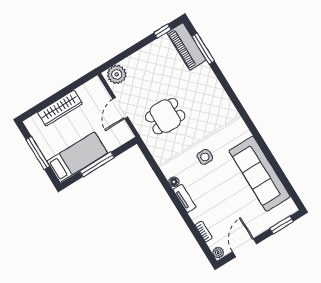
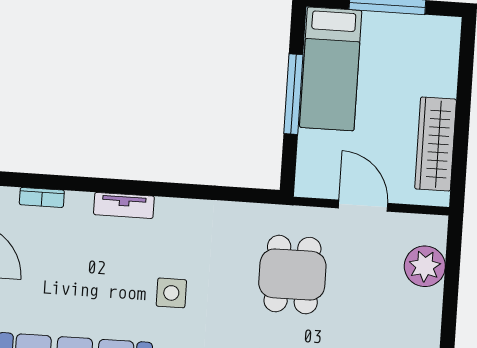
plant: (117, 74) -> (425, 266), moved
wardrobe: (60, 108) -> (436, 144), moved
floor lamp: (174, 182) -> (167, 207), removed

